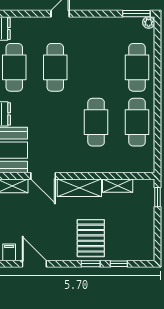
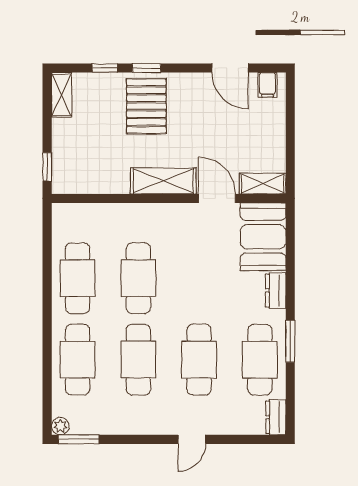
cafe table: (96, 67) -> (138, 360), added
shelving: (118, 186) -> (62, 95), moved, turned 90

